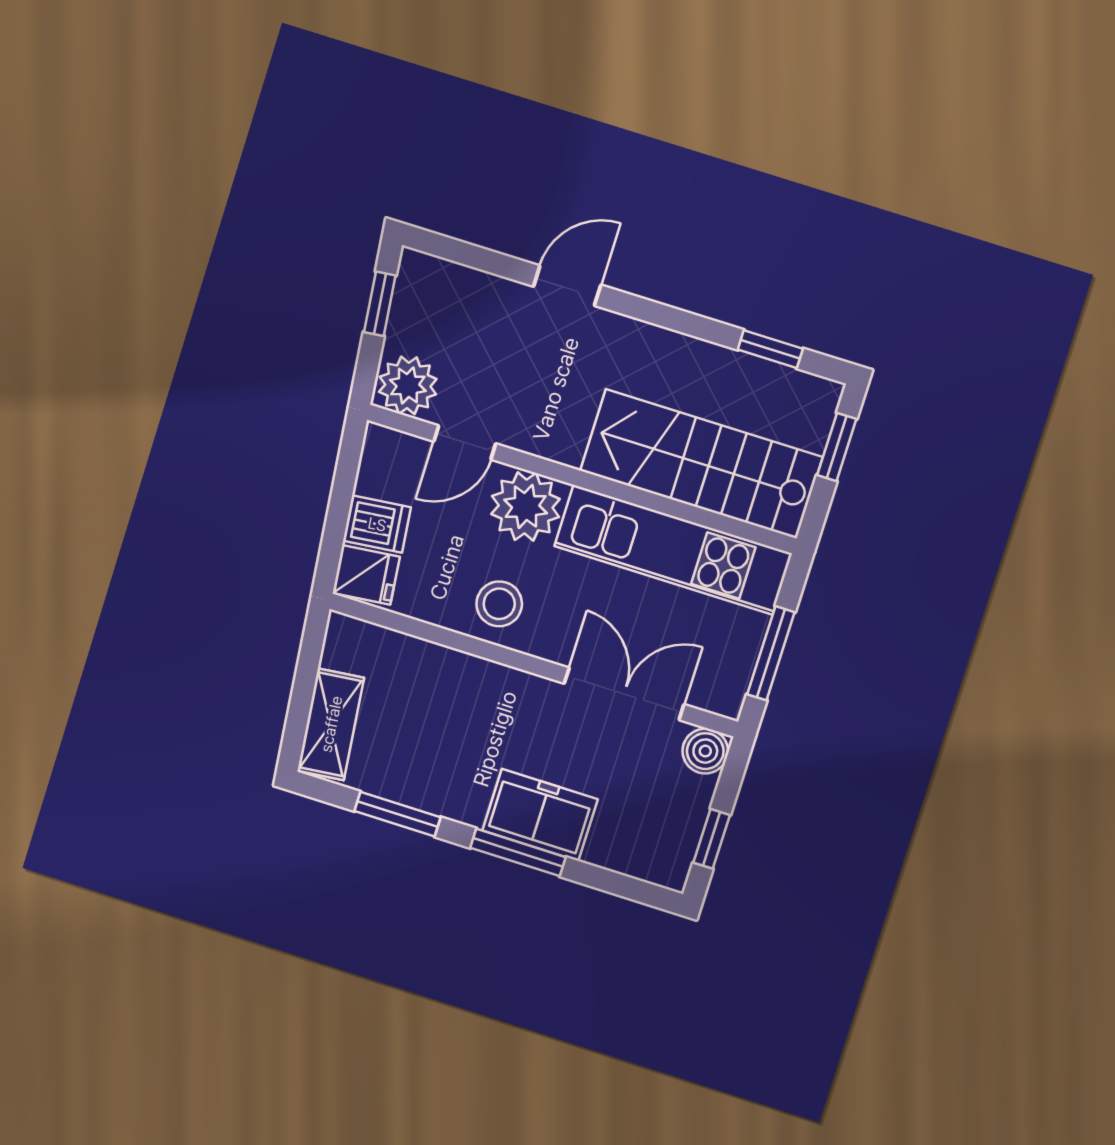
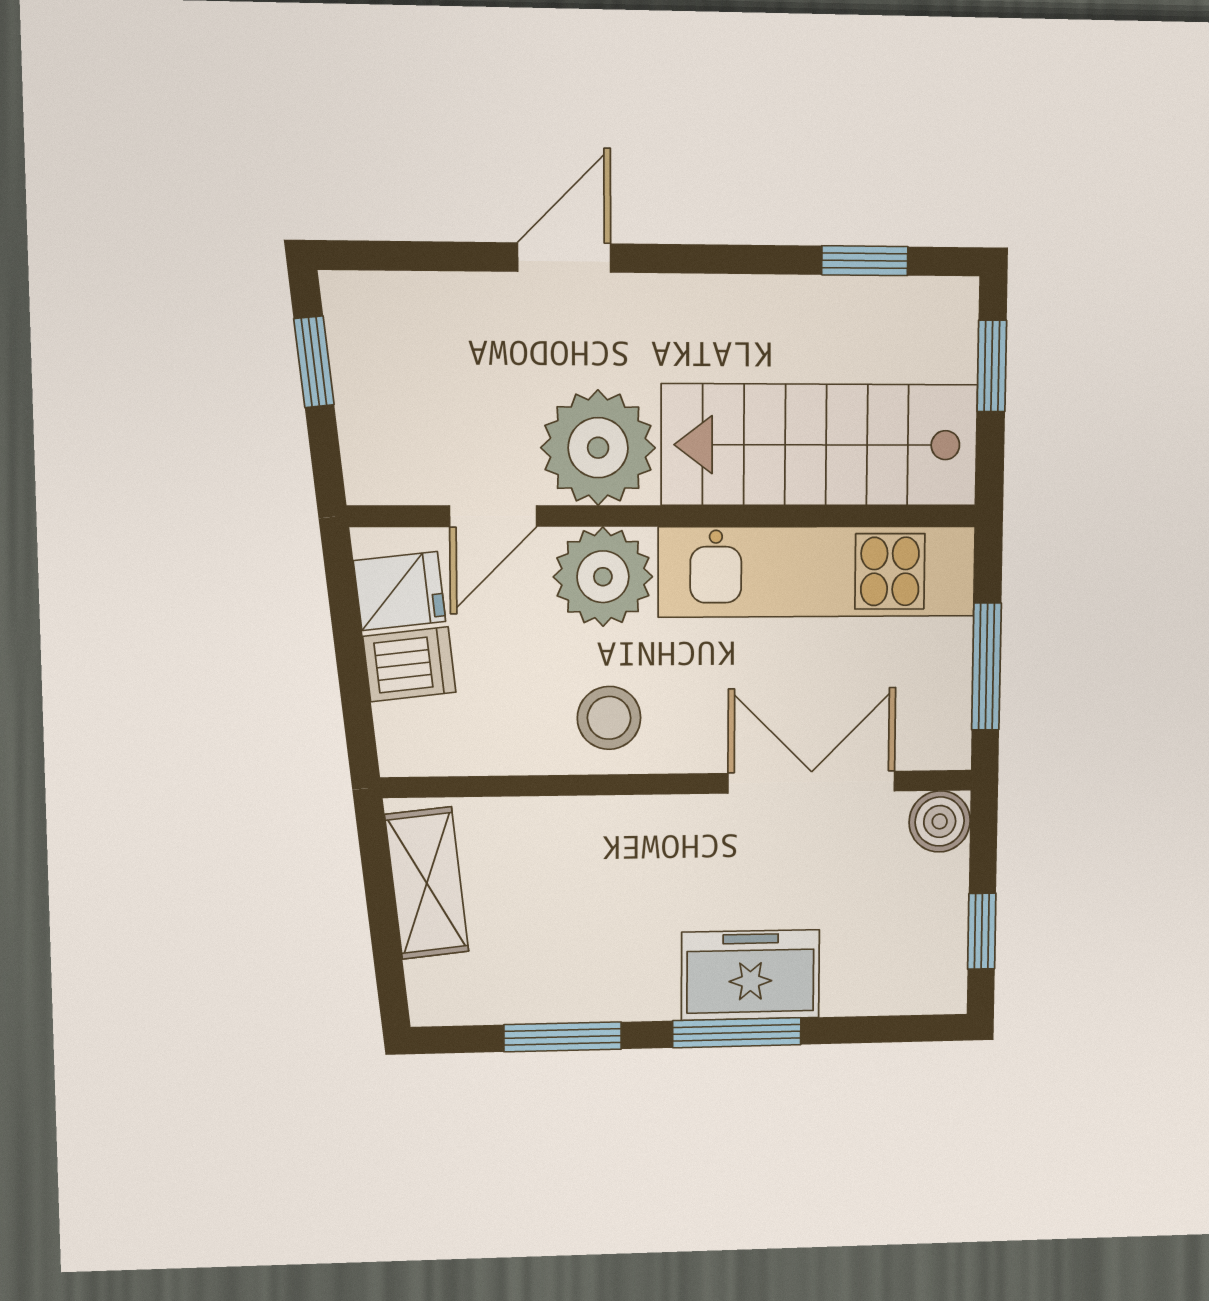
plant: (408, 385) -> (598, 448), moved, width x1.36, depth x1.36
fridge: (366, 575) -> (400, 591), moved
shelving: (331, 724) -> (427, 883), moved

